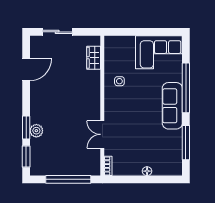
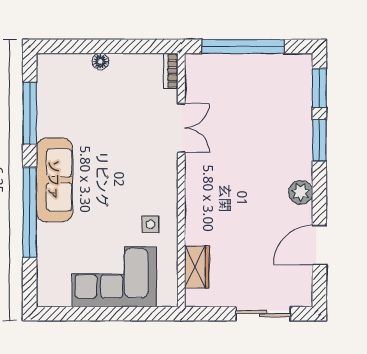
corner sofa: (159, 52) -> (114, 277), moved
plant: (36, 131) -> (301, 192), moved

